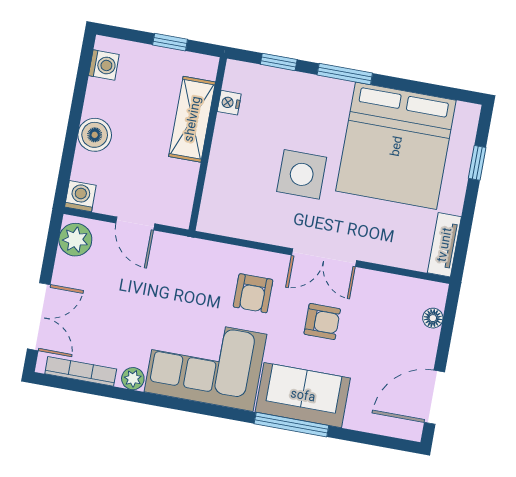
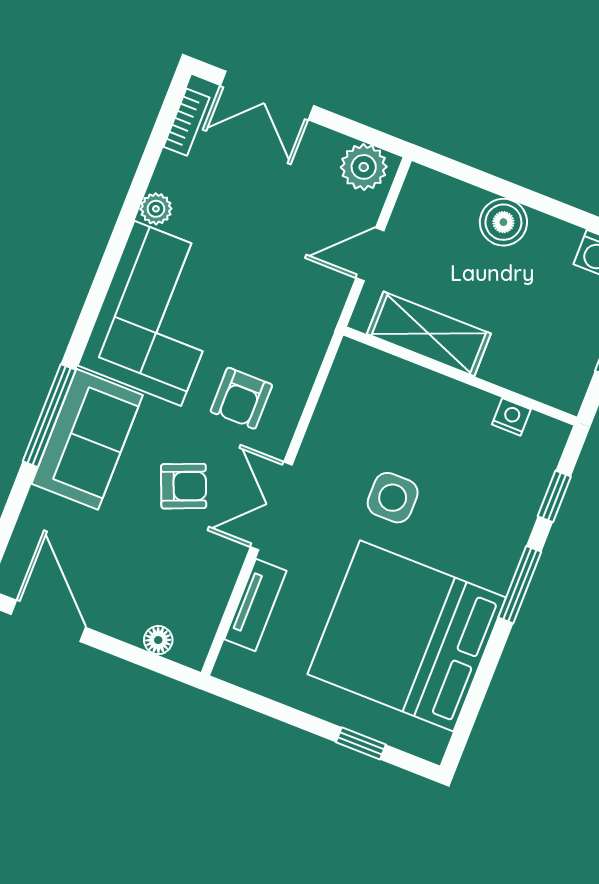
shelving: (192, 119) -> (429, 334), moved
side table: (302, 174) -> (393, 498), width x0.73, depth x0.73
washing machine: (80, 196) -> (423, 186), removed
tv unit: (444, 245) -> (255, 605), moved, turned 90
armchair: (253, 293) -> (241, 398), turned -90
armchair: (322, 321) -> (184, 486), turned -112
bookcase: (81, 371) -> (187, 122), width x0.64

